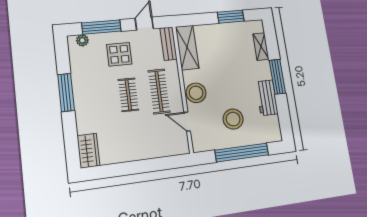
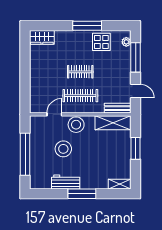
window: (231, 17) -> (136, 148), moved
shelving: (261, 47) -> (120, 184), moved
display table: (119, 54) -> (101, 42), moved
stool: (233, 119) -> (63, 149), moved

